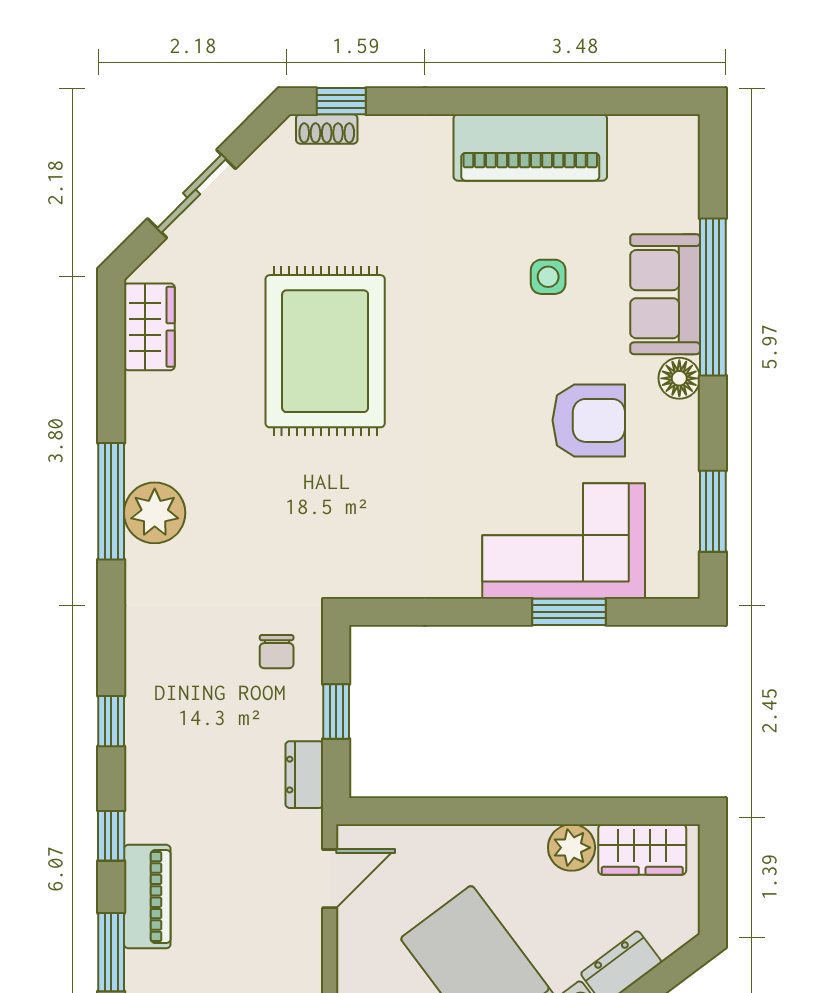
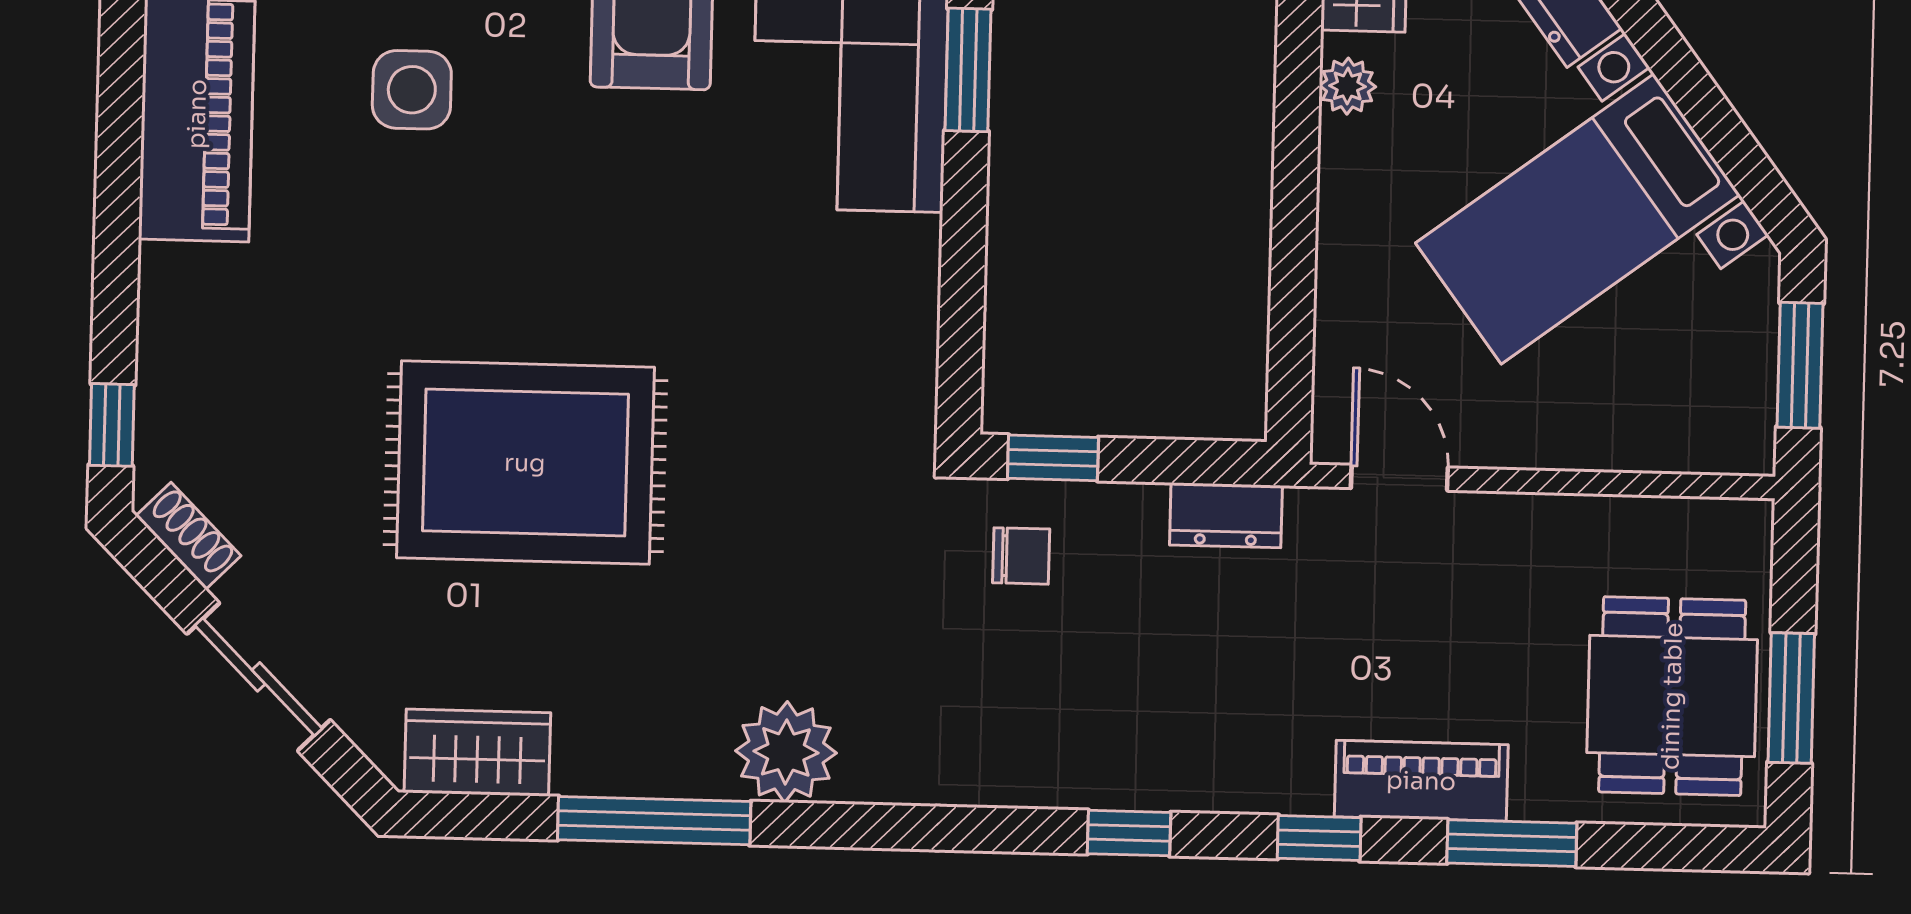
shoe rack: (327, 129) -> (188, 536), moved, turned -45
side table: (548, 277) -> (412, 90), width x1.37, depth x1.37
window: (111, 501) -> (654, 821), moved
window: (336, 711) -> (1053, 458), moved
plant: (572, 848) -> (1348, 86), width x0.73, depth x0.73

